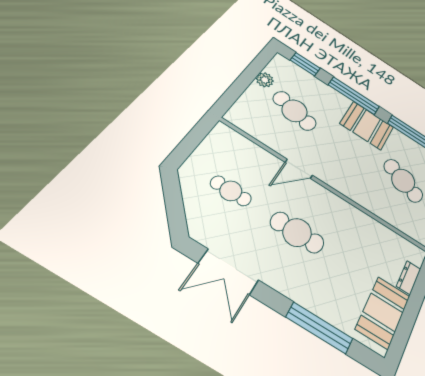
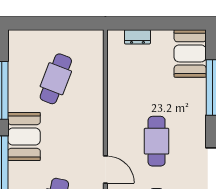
booth: (383, 312) -> (190, 53), moved, turned 90

